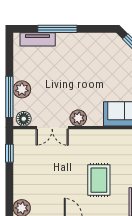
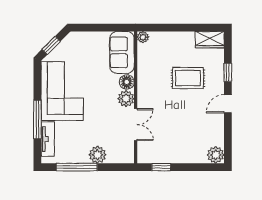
corner sofa: (86, 54) -> (62, 91), added
window: (9, 97) -> (77, 167), moved
floor lamp: (24, 119) -> (127, 82), moved

